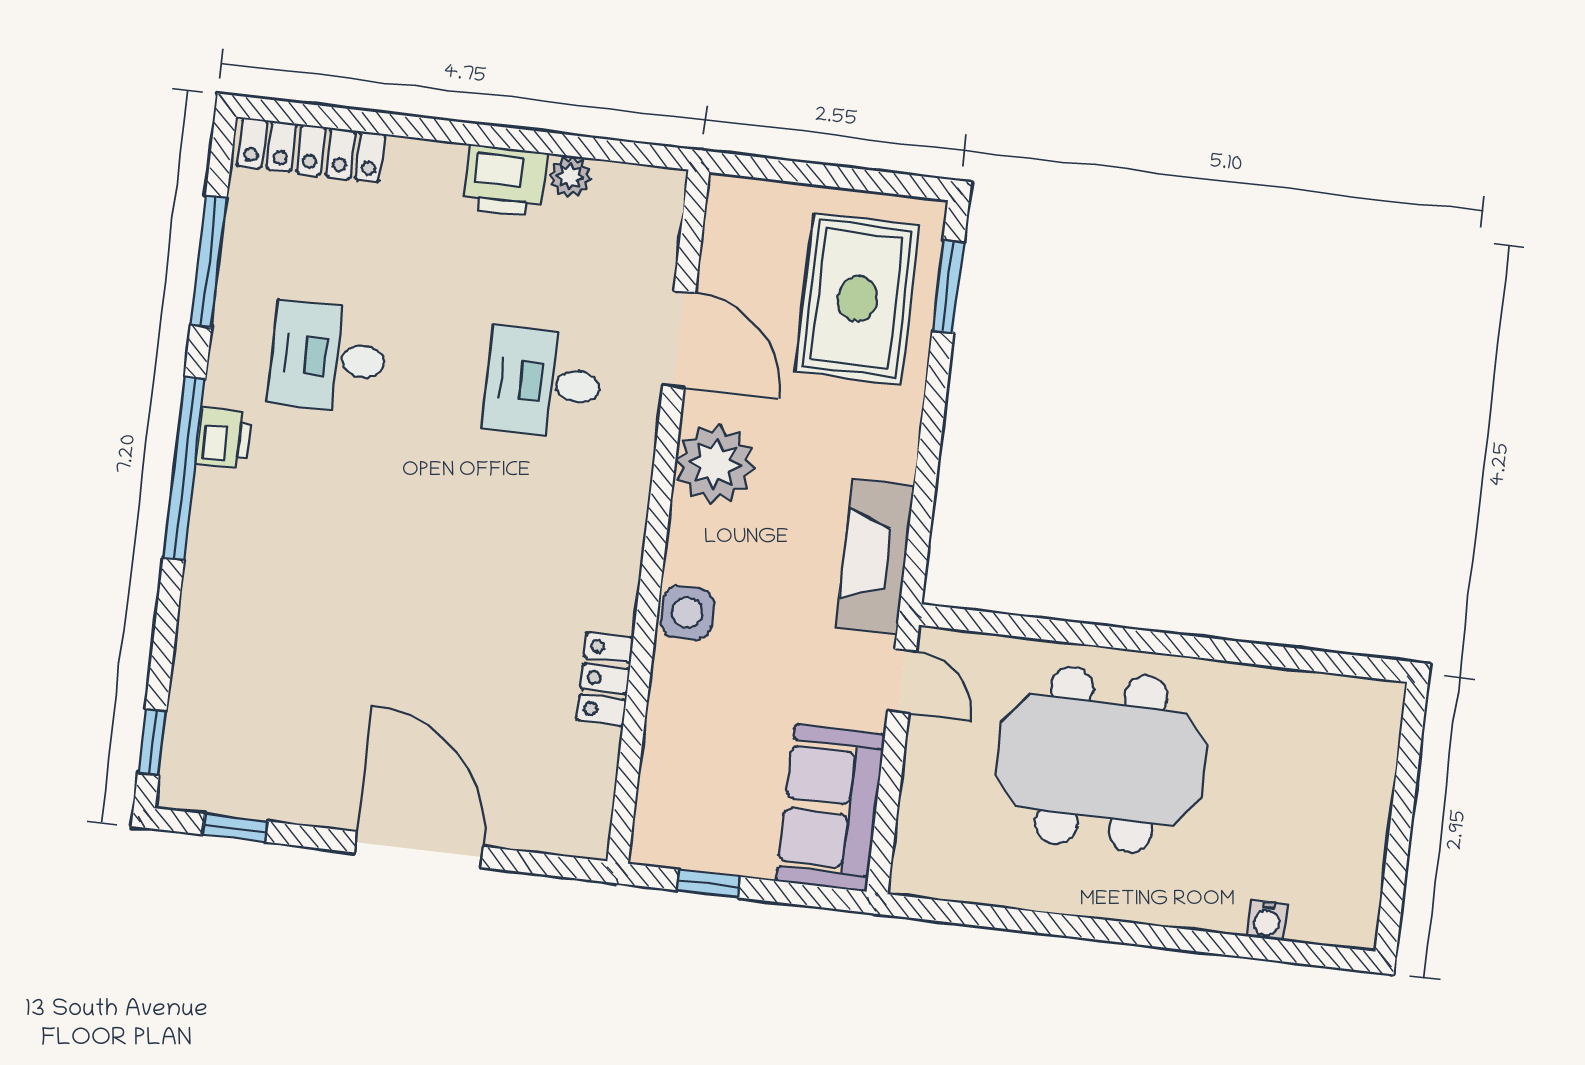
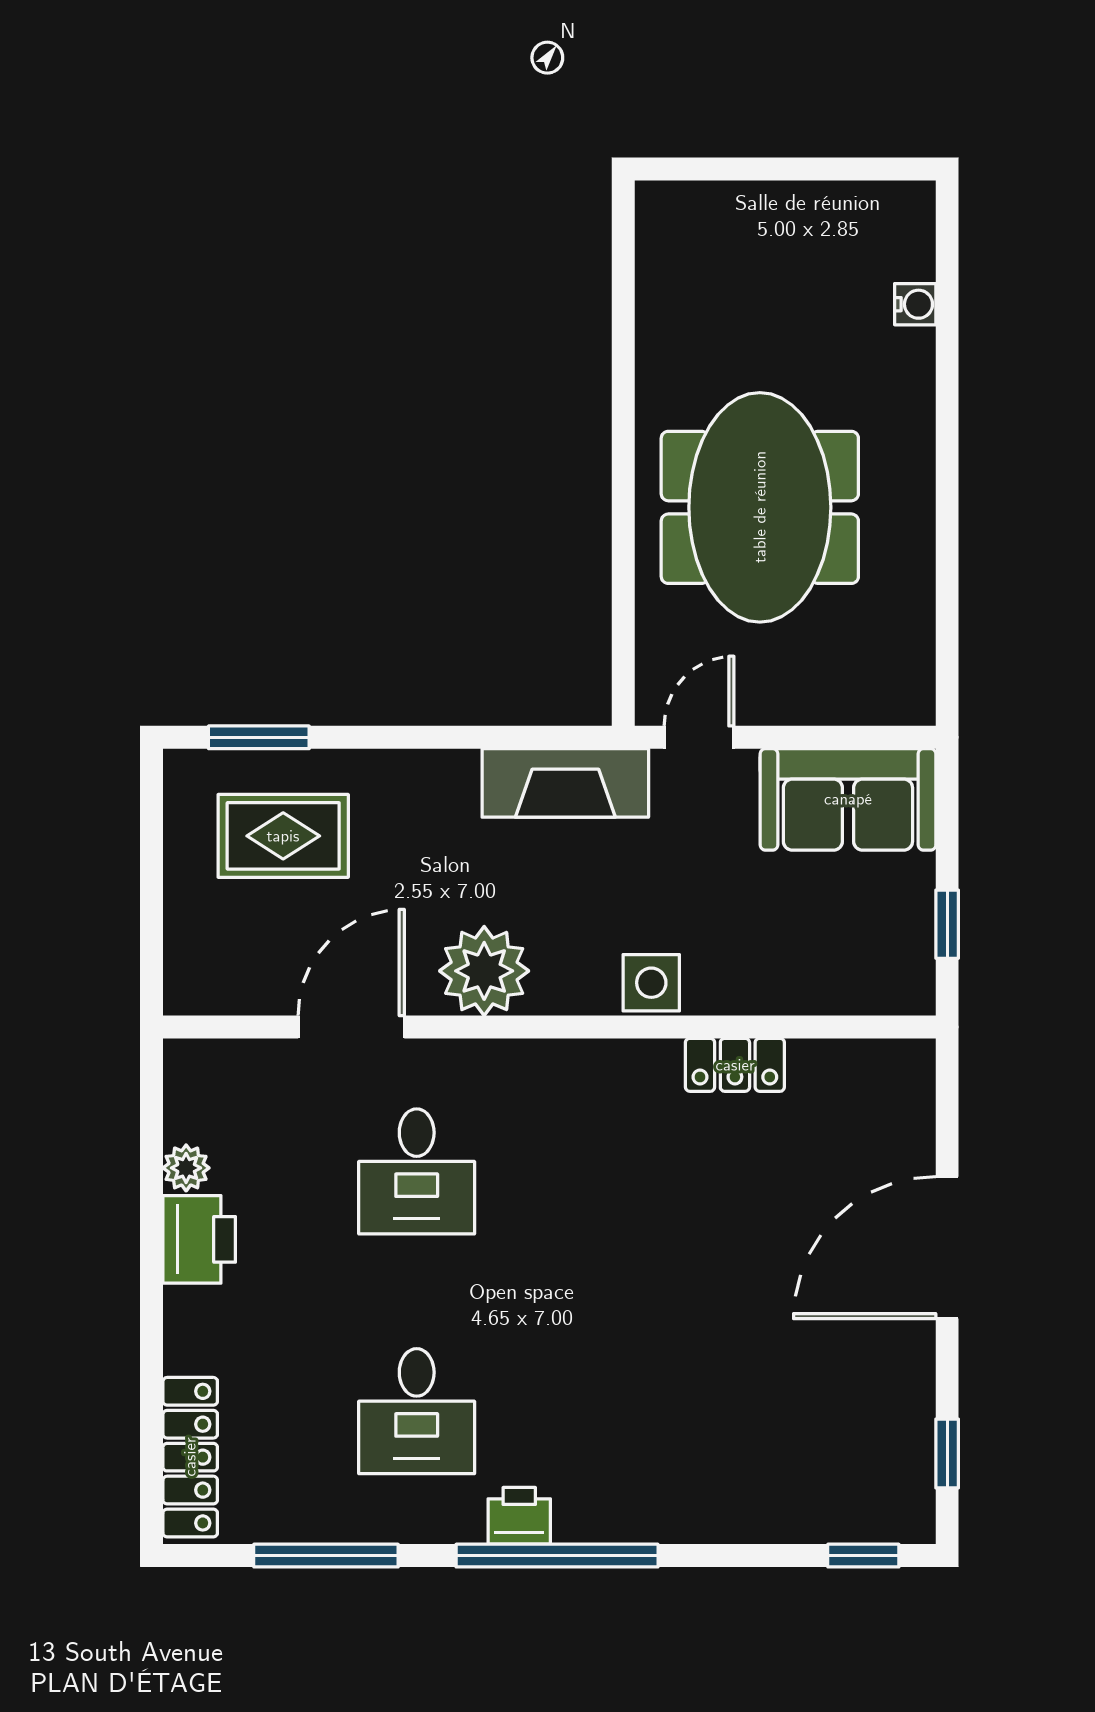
rug: (857, 299) -> (283, 836), width x0.73, depth x0.70

